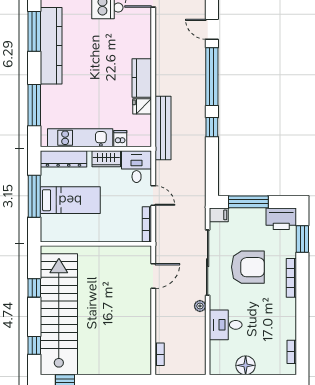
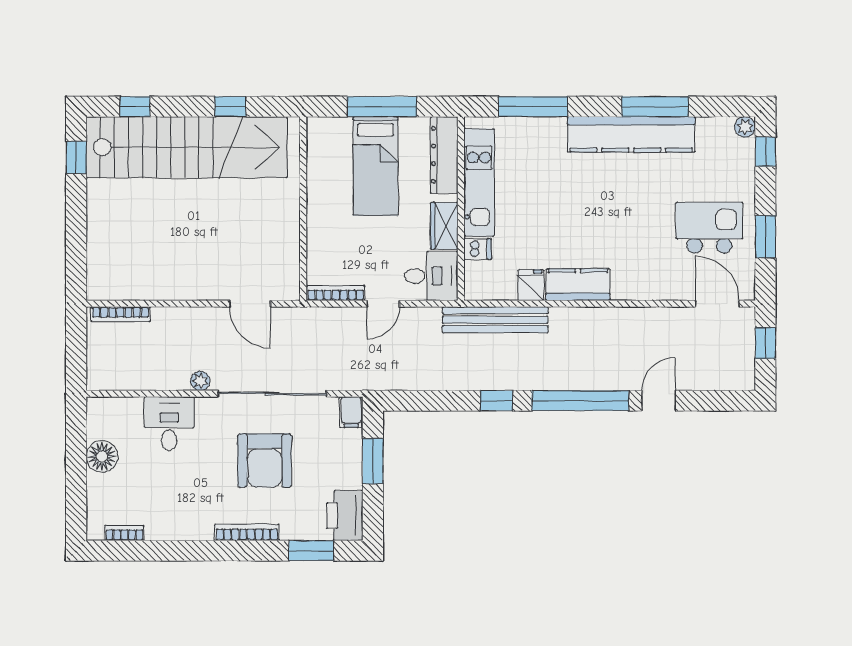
window: (248, 202) -> (373, 461), width x0.69
bookcase: (160, 354) -> (120, 314), width x1.56

